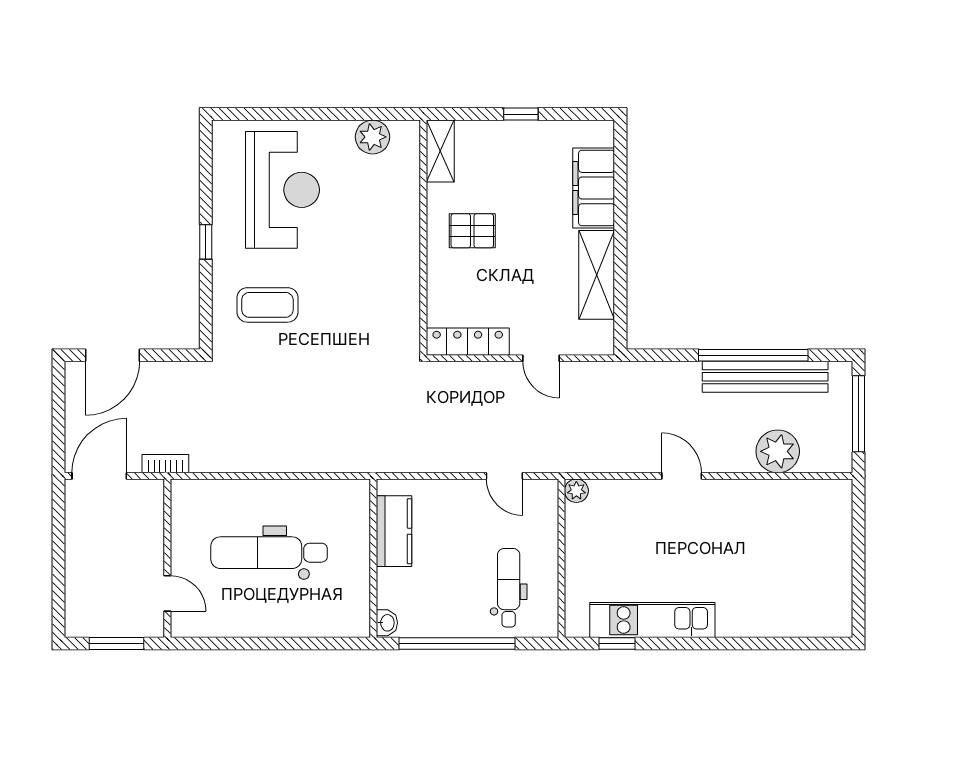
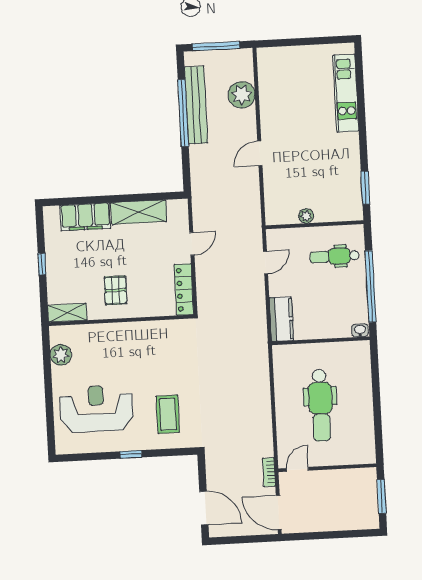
plant: (576, 491) -> (306, 216), moved
kitchen counter: (394, 531) -> (281, 319), moved, turned 90
door: (167, 593) -> (297, 469), moved
kitchen unit: (652, 620) -> (346, 93), moved
window: (617, 644) -> (365, 188), width x1.50

